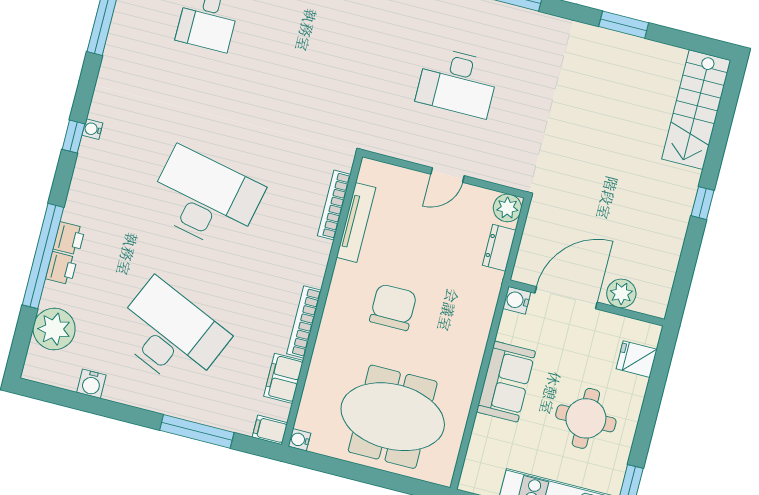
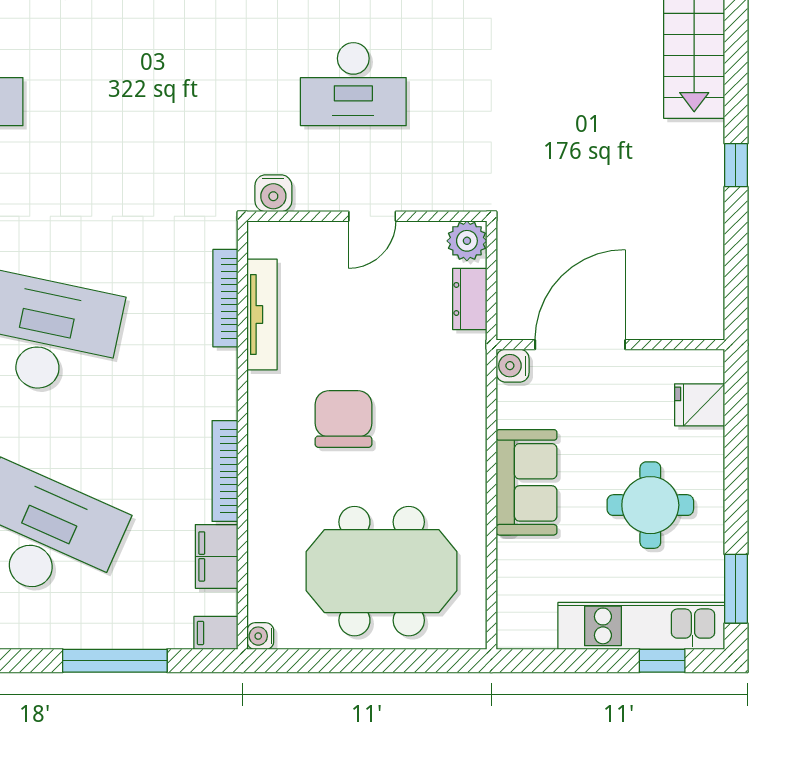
water cooler: (385, 142) -> (273, 193), added
plant: (621, 293) -> (655, 319), removed

